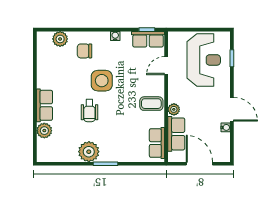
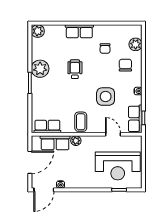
chair: (65, 75) -> (105, 48), added
side table: (102, 81) -> (106, 97), moved
door: (232, 109) -> (44, 190), moved
wheelchair: (89, 111) -> (75, 69), turned 90
plant: (44, 131) -> (38, 31), moved

